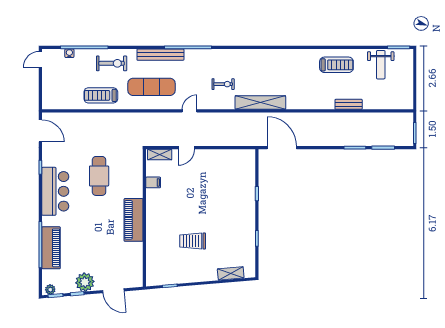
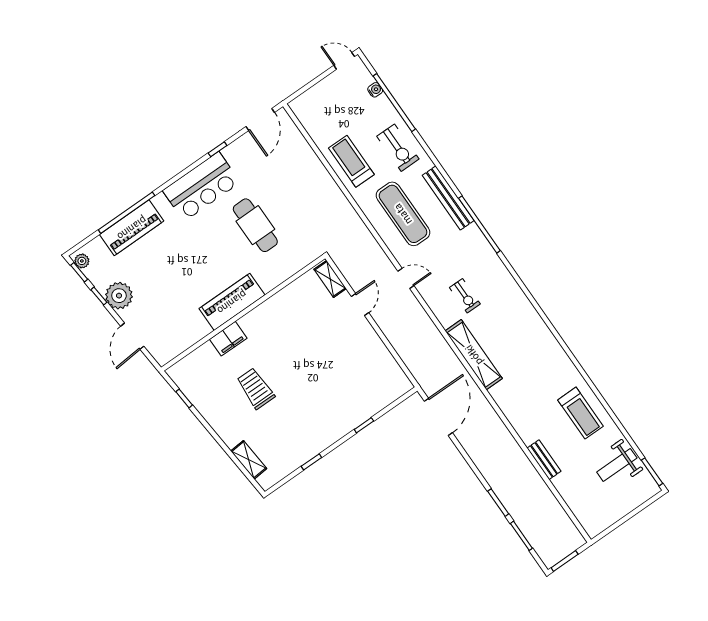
door: (186, 148) -> (360, 305), swing flipped
cafe table: (99, 176) -> (255, 225), turned 90
filing cabinet: (153, 182) -> (228, 339), moved, width x2.00

